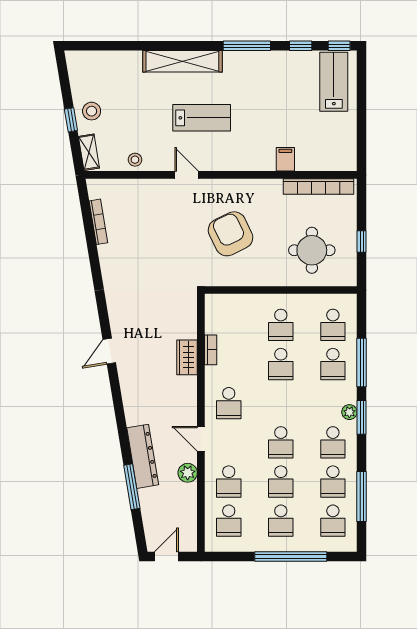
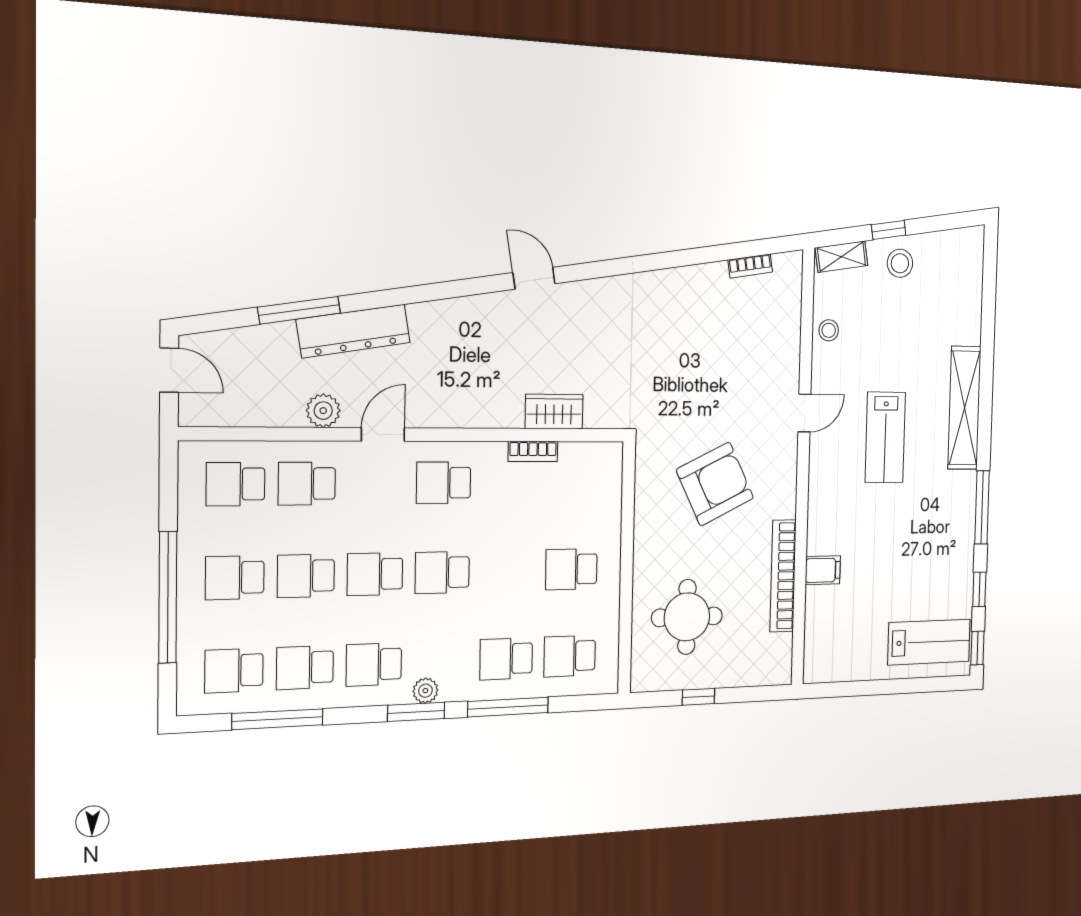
bookcase: (319, 186) -> (783, 576), moved
bookcase: (98, 222) -> (750, 266), width x0.64
wardrobe: (187, 357) -> (554, 411), moved
school desk: (281, 364) -> (442, 572), moved

